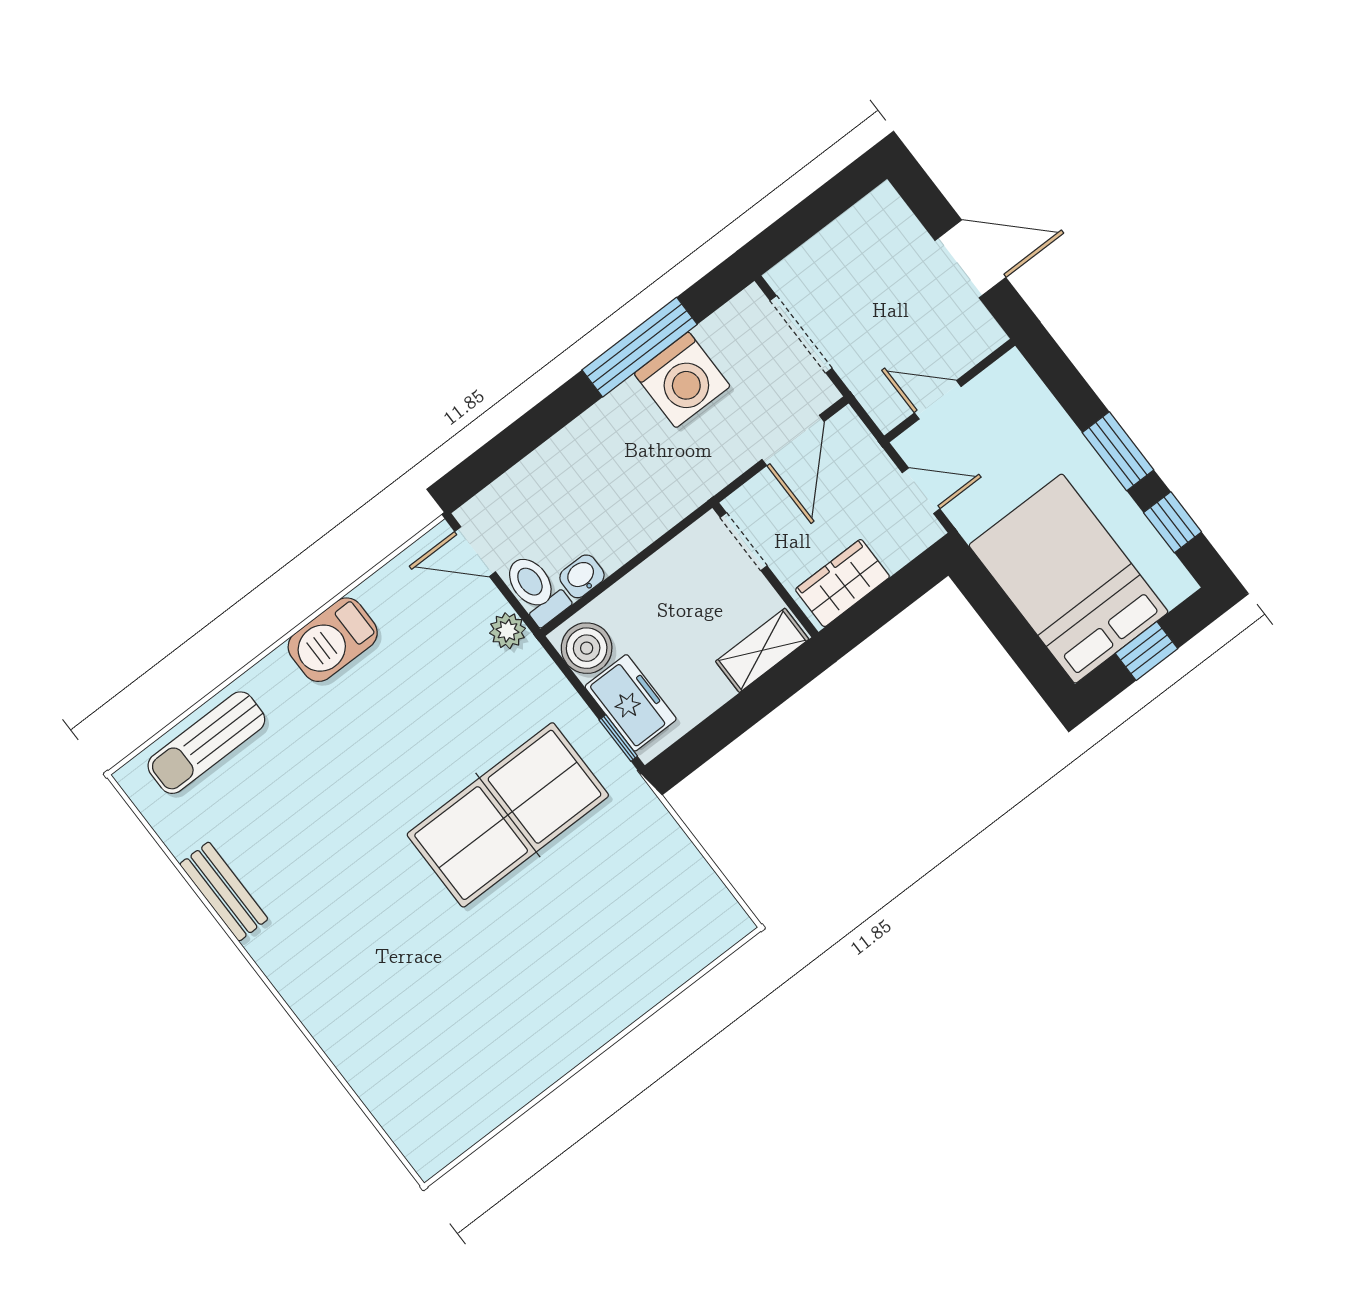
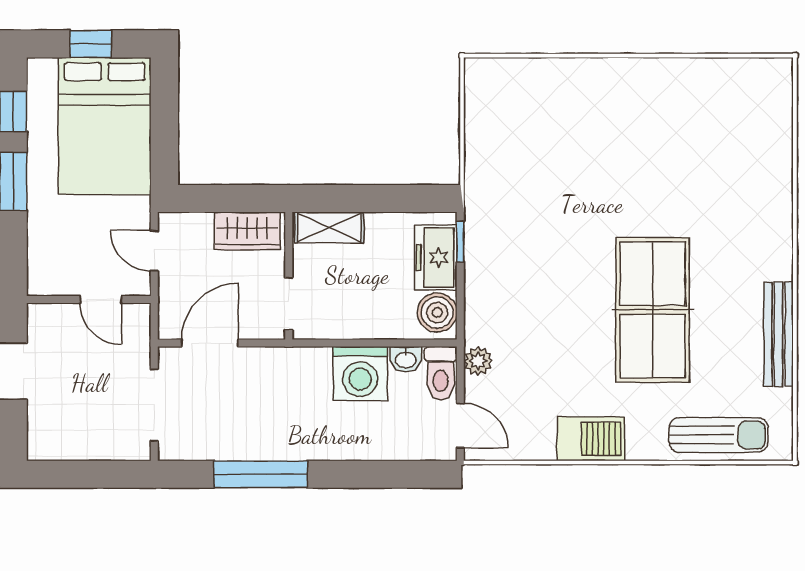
washing machine: (682, 380) -> (360, 374), moved, turned 180
table tennis table: (508, 815) -> (653, 310), moved, turned 90
bench: (224, 892) -> (779, 334), width x1.36

